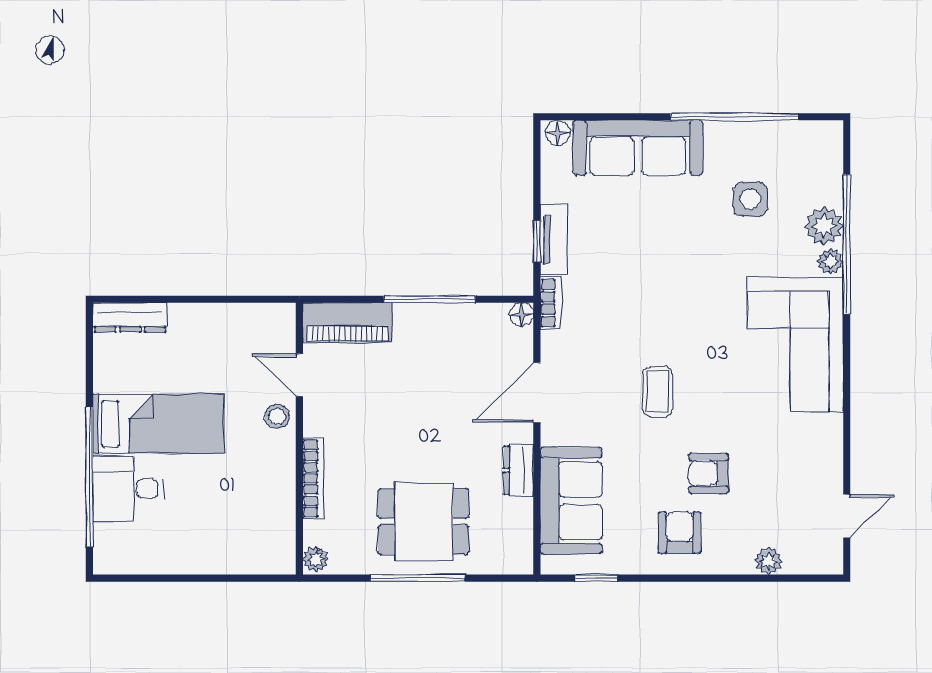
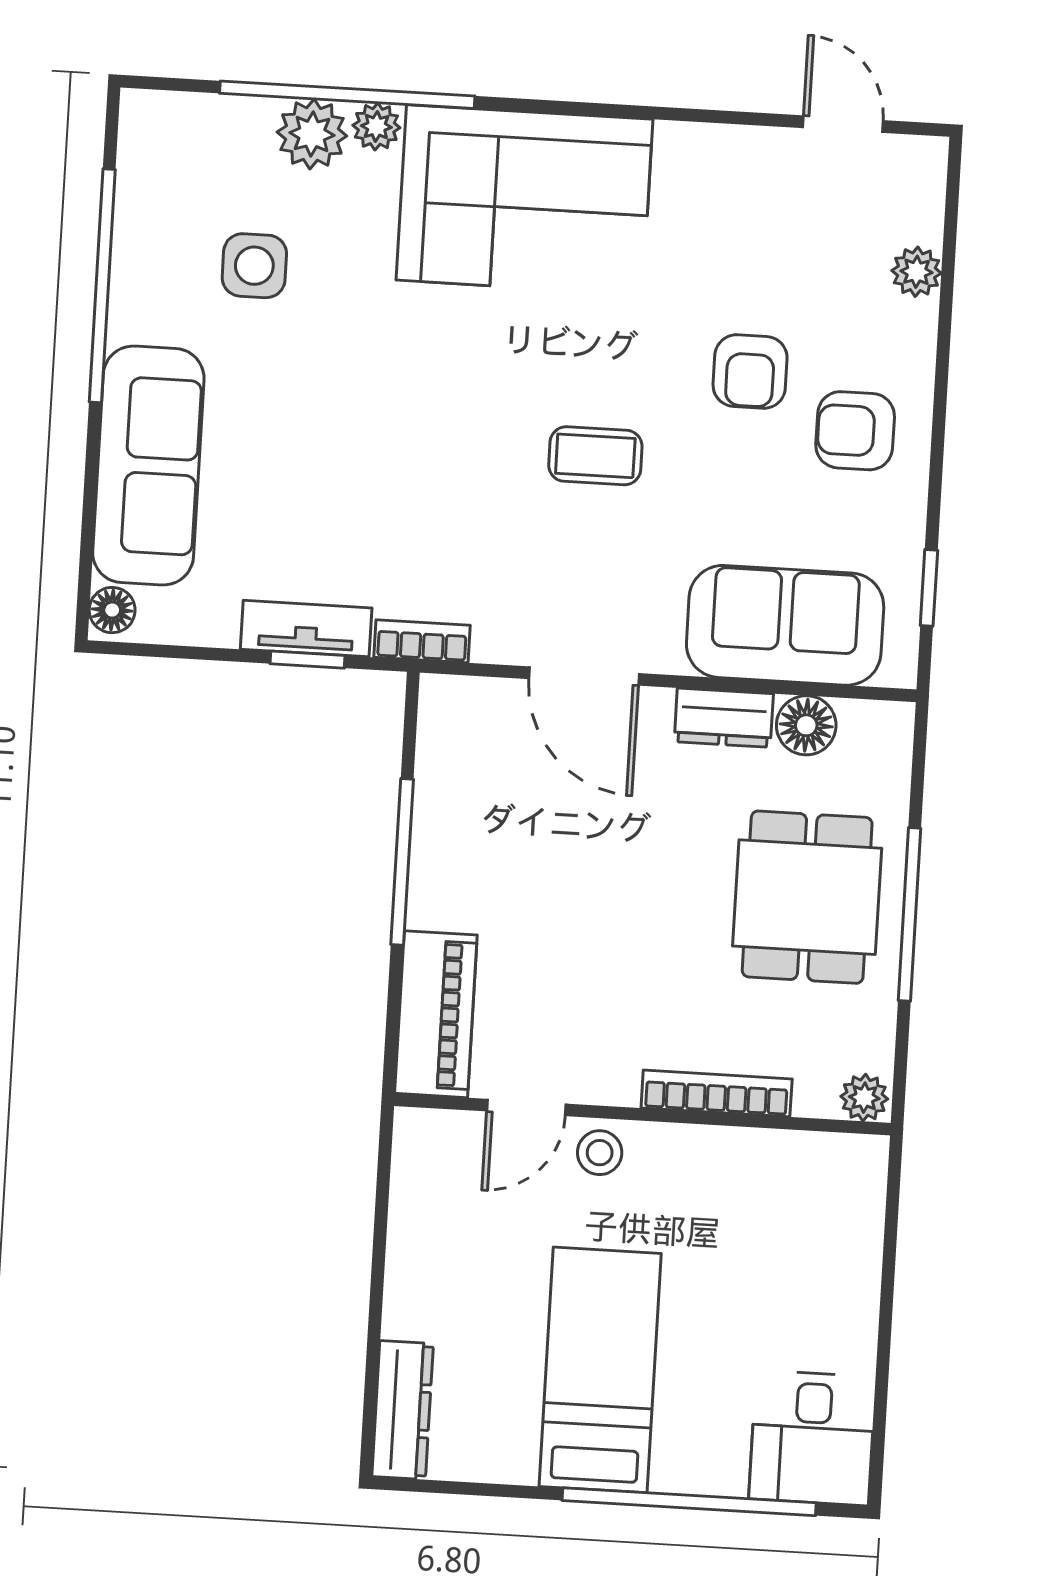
floor lamp: (522, 315) -> (806, 725), moved, width x1.37, depth x1.37
desk: (128, 489) -> (812, 1438), moved

